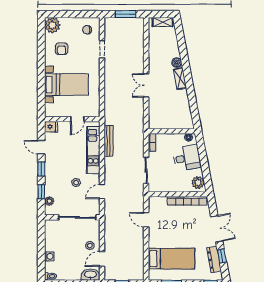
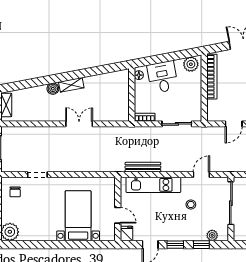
armchair: (62, 49) -> (37, 221), removed
double door: (146, 85) -> (79, 124), swing flipped
door: (77, 119) -> (118, 215), moved
door: (102, 192) -> (201, 175), swing flipped

